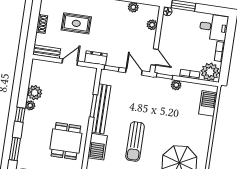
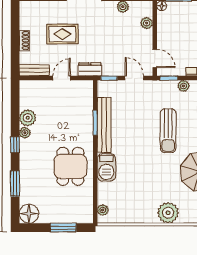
sun lounger: (135, 142) -> (168, 131), moved

